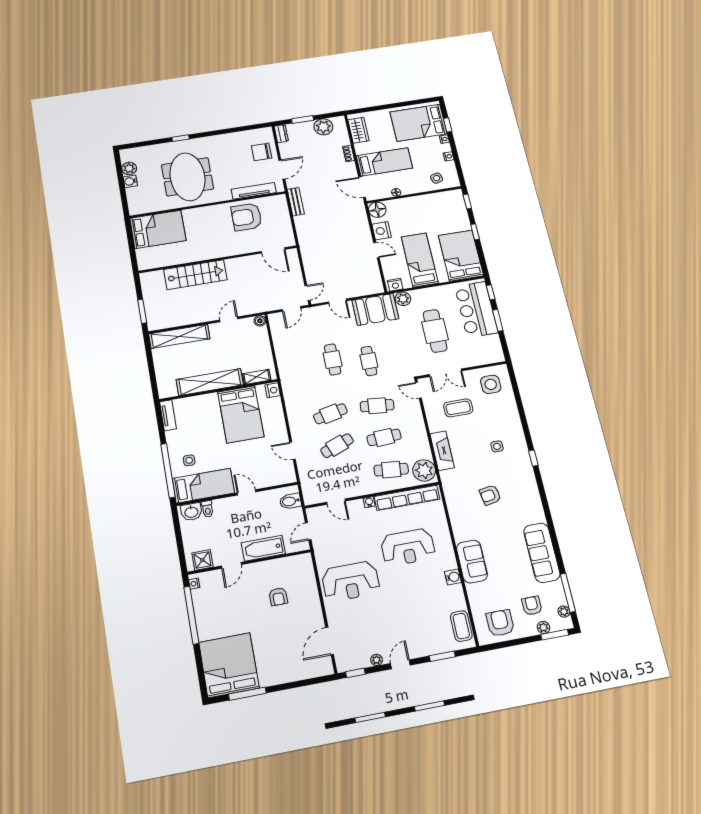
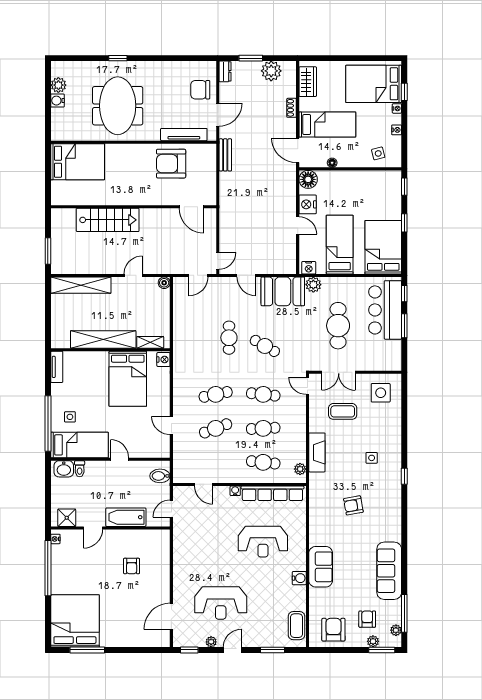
cafe table: (369, 361) -> (265, 346), turned -60
plant: (424, 470) -> (300, 469), width x0.53, depth x0.53
reception desk: (351, 581) -> (221, 603), moved

